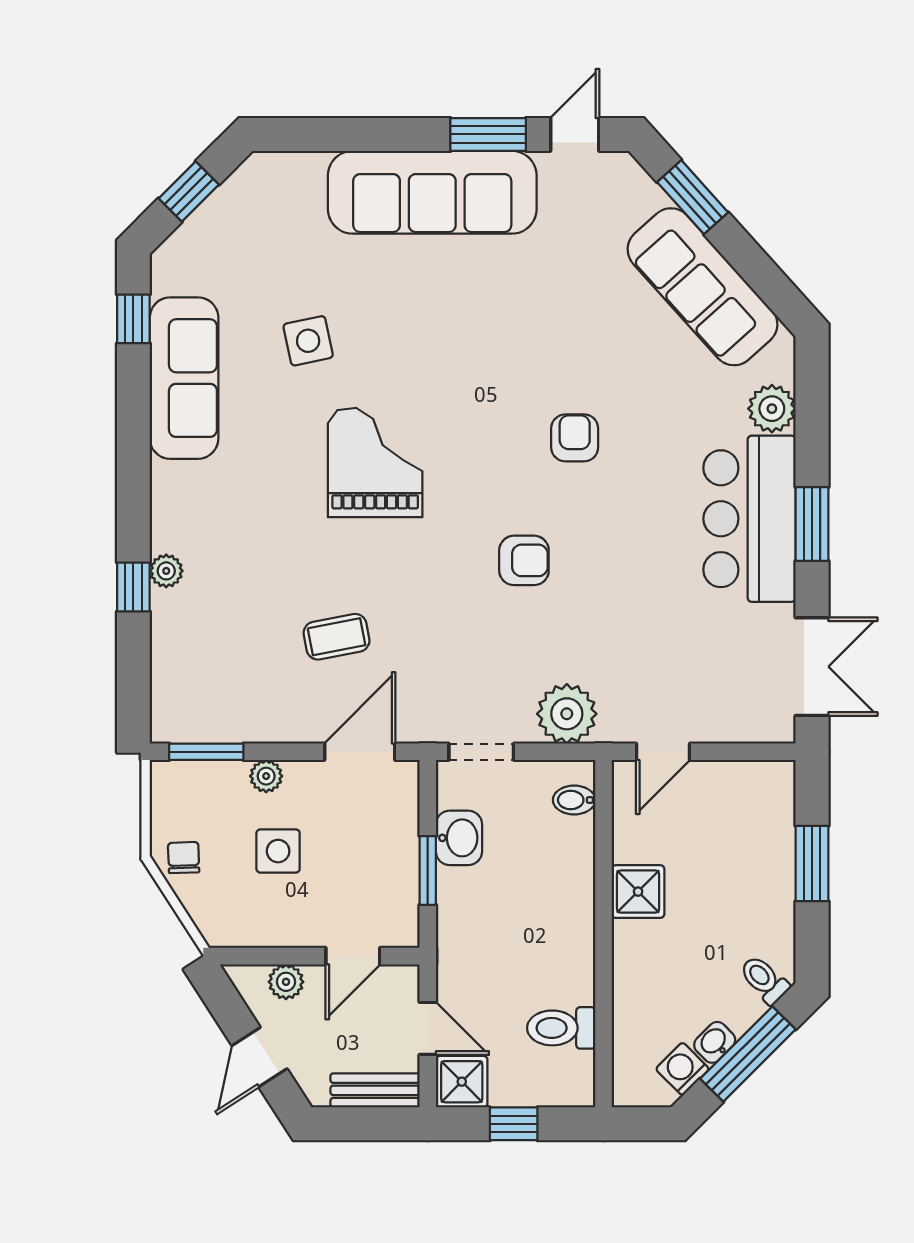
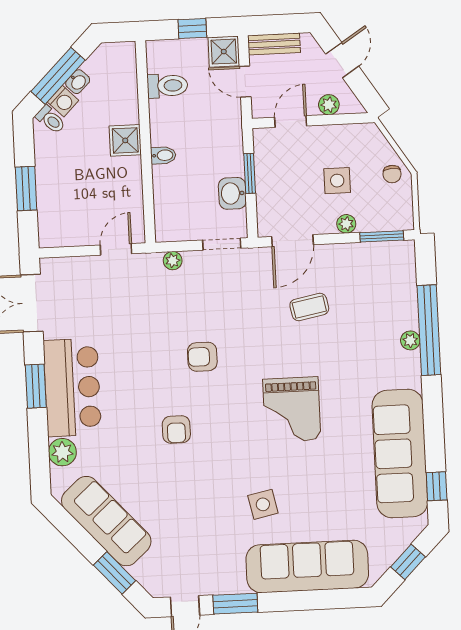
sofa: (432, 192) -> (307, 566), moved
side table: (308, 341) -> (263, 504), moved
sofa: (184, 378) -> (400, 453), width x1.36, depth x1.27
window: (133, 587) -> (429, 330), width x3.17
plant: (567, 714) -> (173, 261), width x0.53, depth x0.53
bidet: (574, 800) -> (163, 155), moved
shower: (638, 892) -> (125, 140), moved
washing machine: (682, 1069) -> (63, 101), moved

